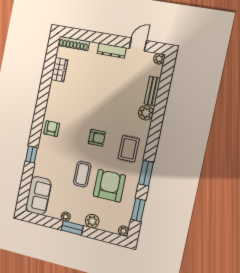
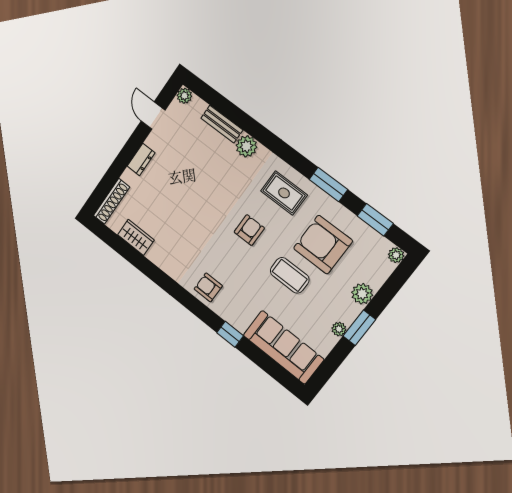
dresser: (112, 51) -> (141, 159), width x0.70
sofa: (38, 196) -> (283, 347), width x1.36

